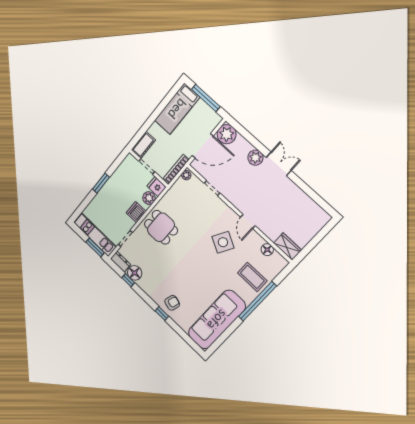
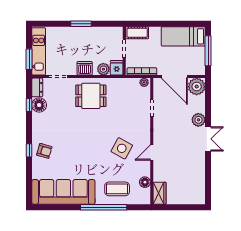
dining table: (161, 227) -> (91, 96), turned 90
coffee table: (252, 277) -> (117, 189), turned 90

